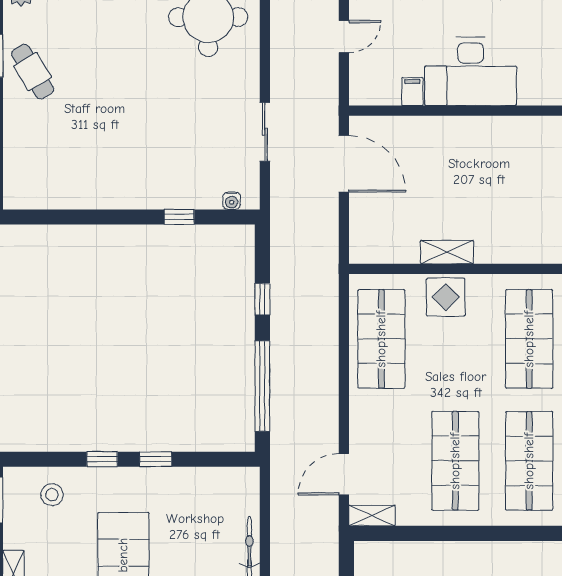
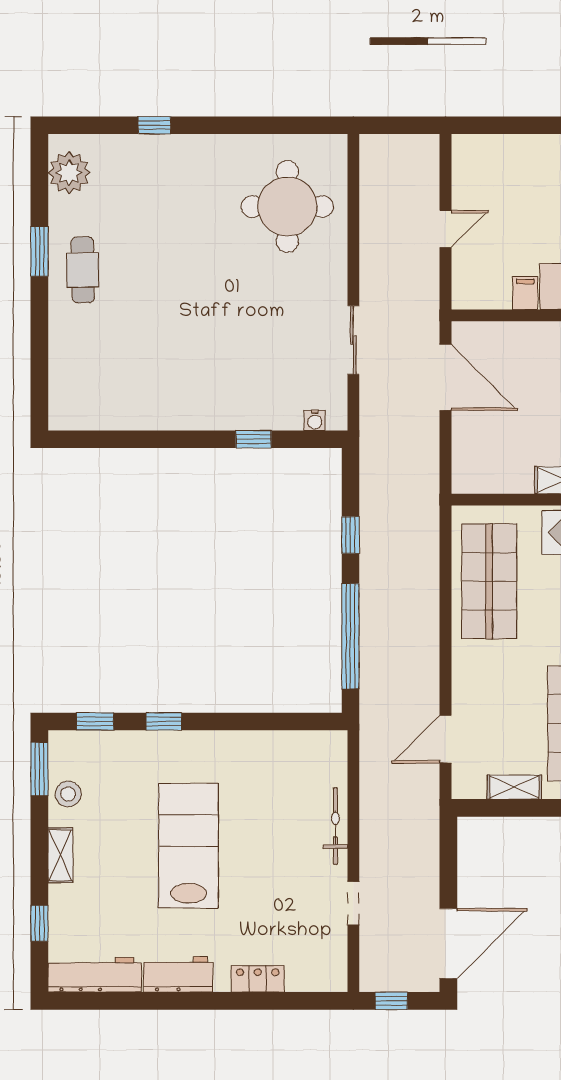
cafe table: (33, 72) -> (83, 270), turned 30
window: (156, 459) -> (95, 721), moved
stool: (52, 495) -> (68, 794), moved
shelving: (372, 516) -> (514, 787), moved

